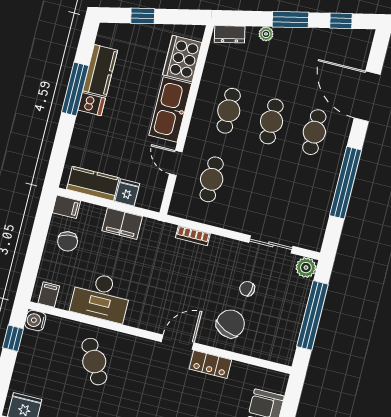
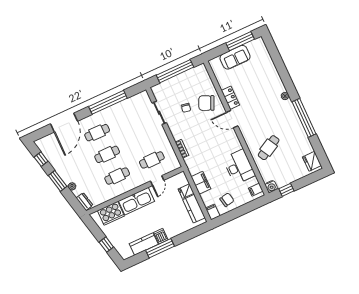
plant: (306, 268) -> (157, 90), removed

